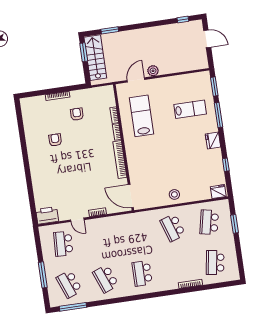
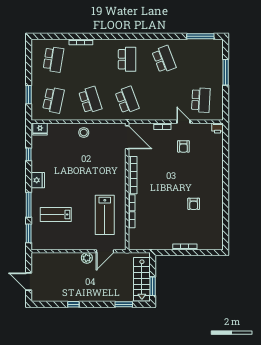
window: (183, 19) -> (73, 304), moved
armchair: (77, 114) -> (183, 146), moved
printer: (47, 215) -> (217, 128), width x0.53, depth x0.68
school desk: (69, 284) -> (127, 100), moved

